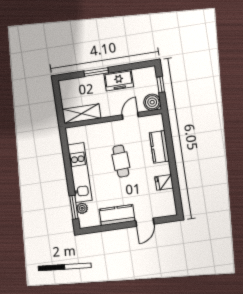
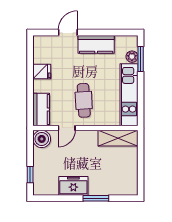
boiler: (152, 102) -> (42, 139), moved
shelving: (81, 114) -> (118, 138), moved
door: (130, 116) -> (67, 128), moved
wall: (113, 119) -> (85, 128), moved

